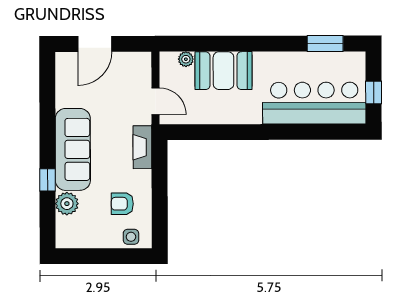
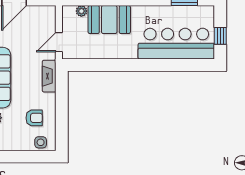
door: (155, 101) -> (59, 42), swing flipped
armchair: (122, 204) -> (34, 118), turned 180

